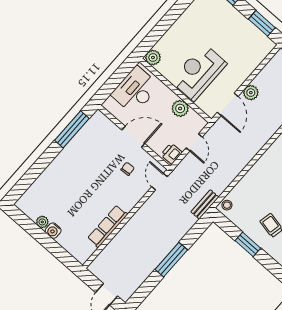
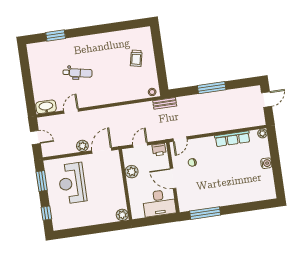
reception desk: (199, 72) -> (72, 183), moved, turned 90
desk: (135, 90) -> (159, 203), moved
plant: (42, 222) -> (262, 133), moved
window: (248, 244) -> (159, 59), removed

